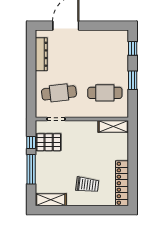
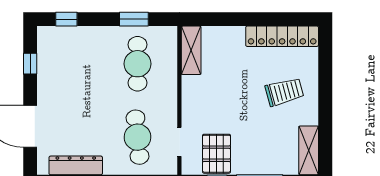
window: (105, 26) -> (30, 64), added
window: (133, 80) -> (134, 19), moved
trolley: (87, 185) -> (284, 92), turned 68

